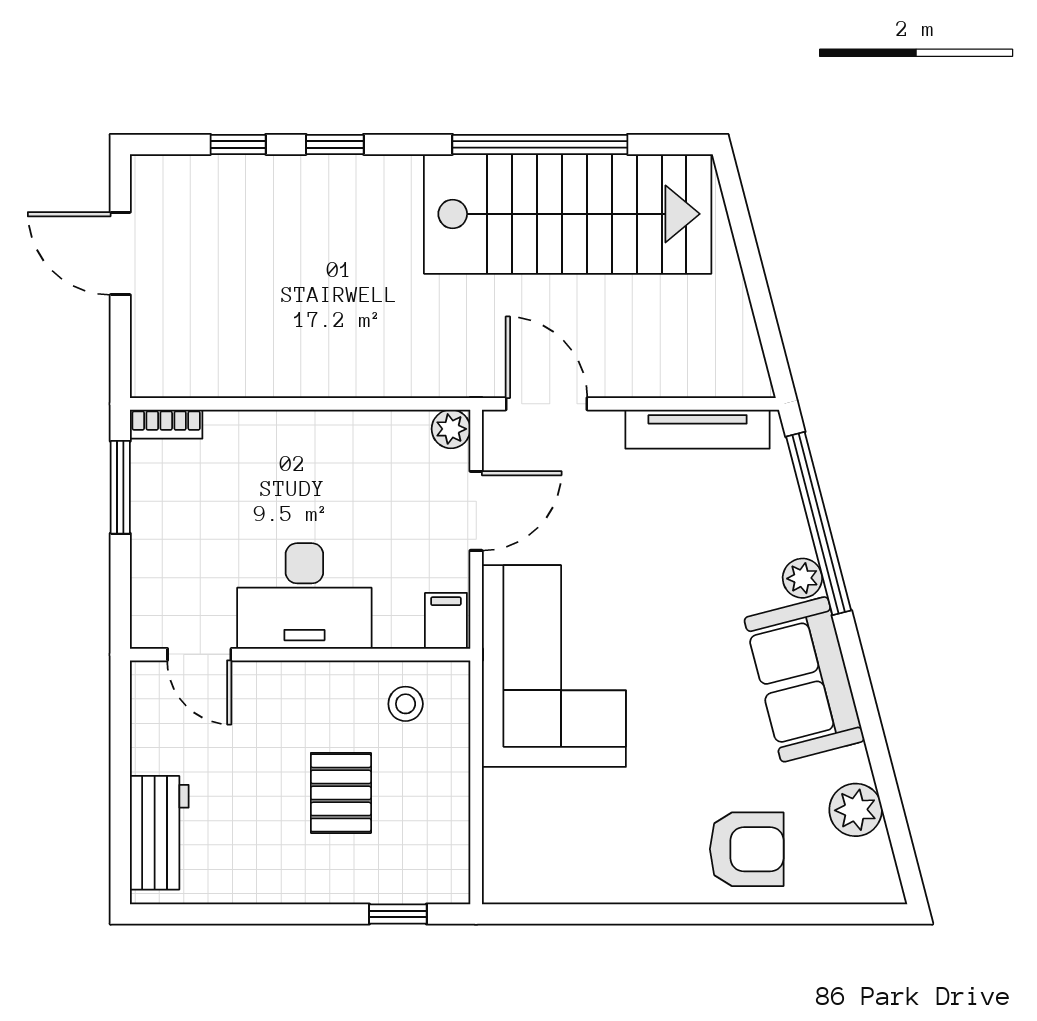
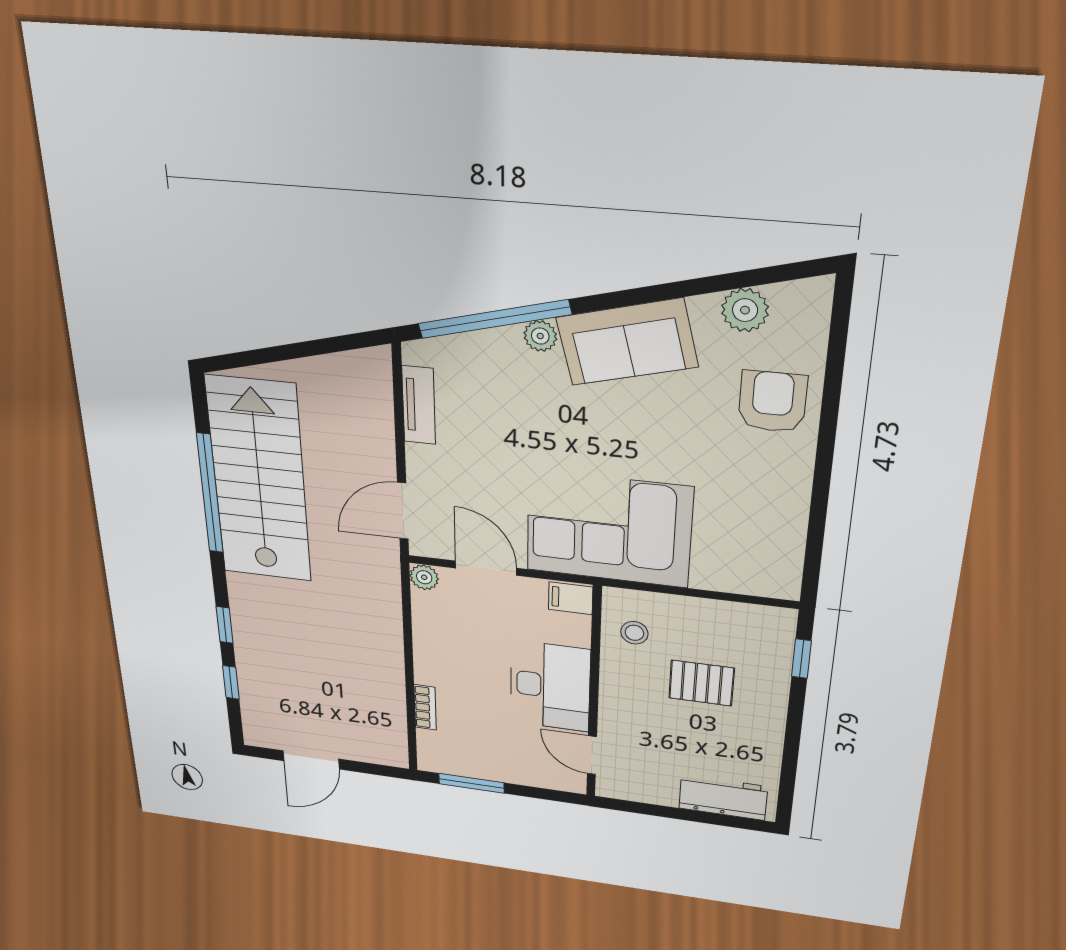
bookcase: (166, 424) -> (425, 707), moved
tv unit: (698, 429) -> (419, 405), width x0.71
door: (199, 655) -> (592, 755), swing flipped

